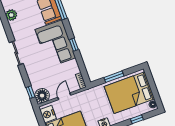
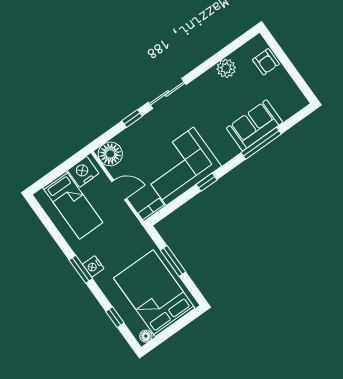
corner sofa: (55, 44) -> (180, 166), moved
window: (30, 92) -> (132, 119), moved

